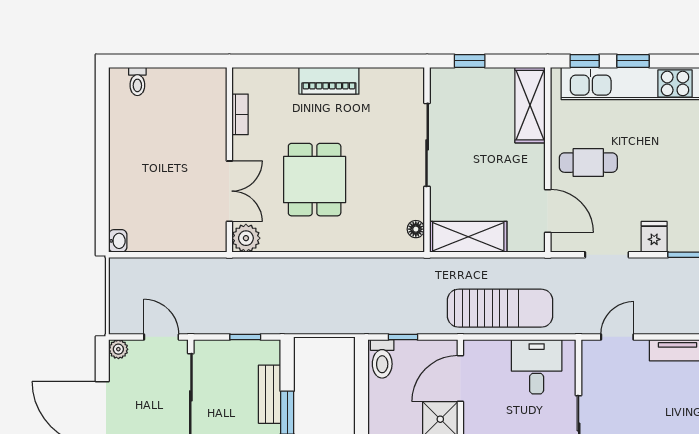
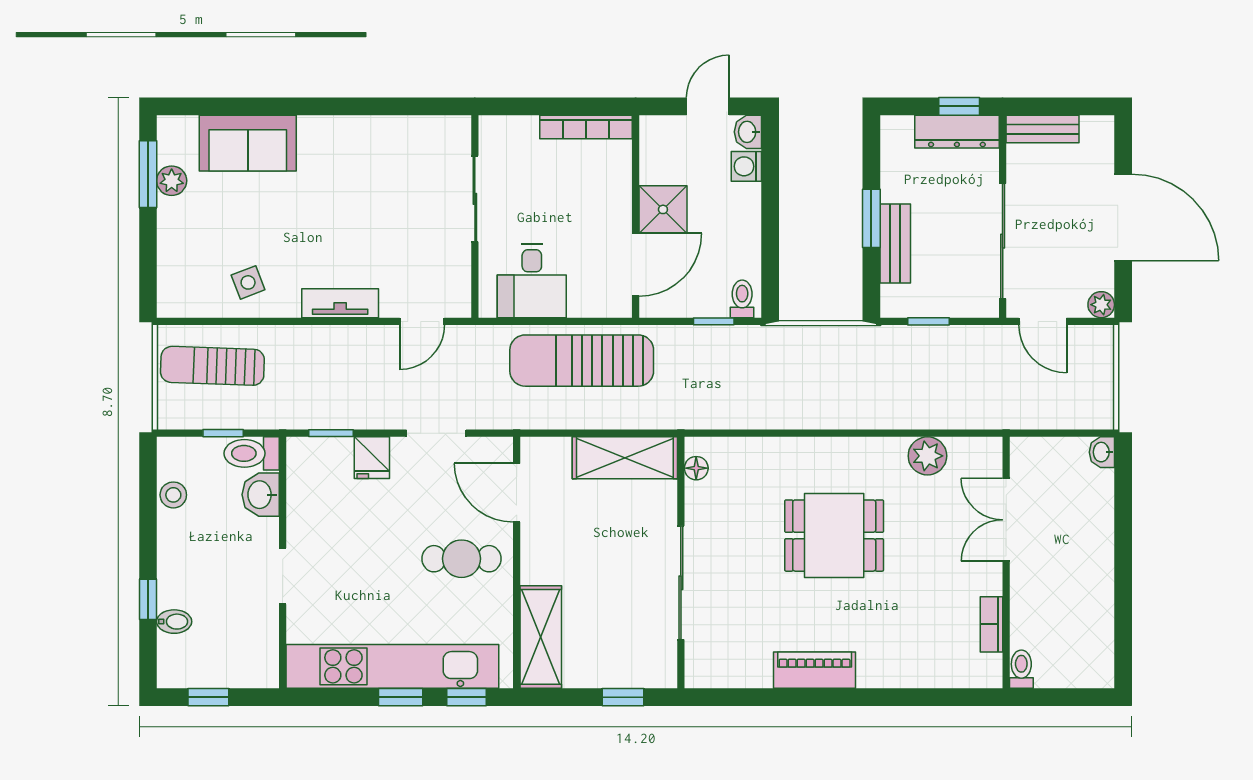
toilet: (137, 81) -> (1021, 669), moved
bookcase: (240, 114) -> (991, 624), moved
wall: (229, 160) -> (1006, 563), moved
dining table: (315, 180) -> (834, 536), turned 90
double door: (229, 191) -> (1006, 520), moved
toilet: (382, 359) -> (742, 299), width x0.73, depth x0.72

